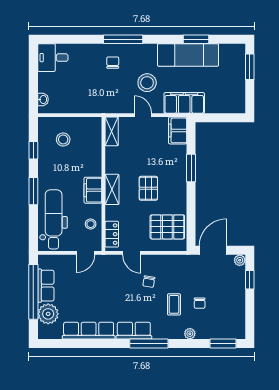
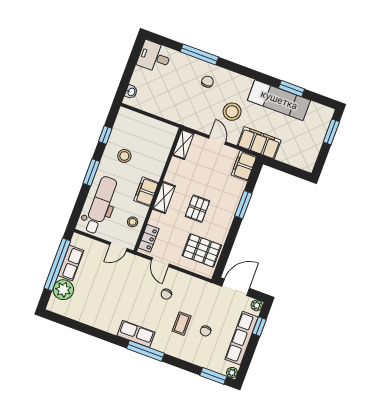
window: (123, 39) -> (199, 54), moved
stool: (63, 139) -> (124, 156), moved
row of seats: (89, 331) -> (242, 338), moved, turned -90
plant: (190, 334) -> (232, 373), moved

